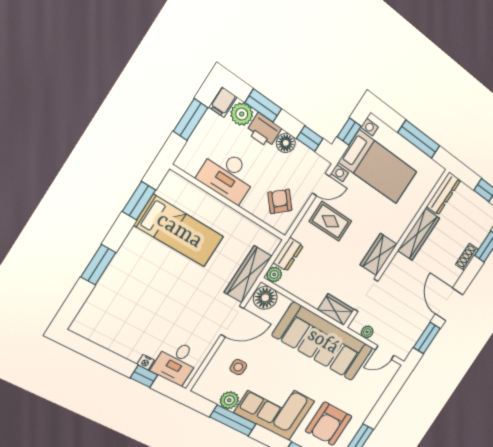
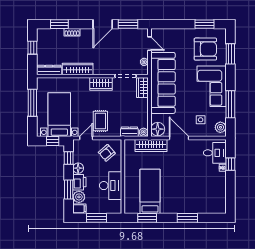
door: (321, 185) -> (86, 138), hinge flipped
plant: (229, 400) -> (220, 127), moved

